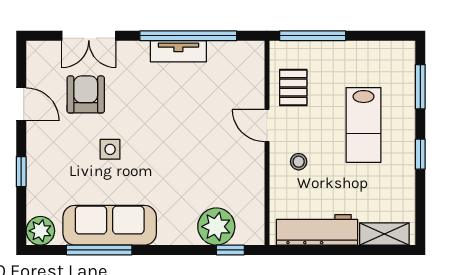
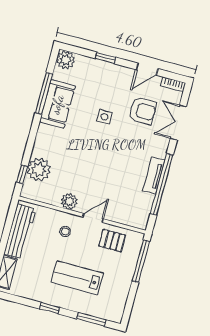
bookcase: (33, 59) -> (173, 84), added
plant: (252, 168) -> (69, 201), added
sofa: (110, 225) -> (57, 104), width x0.73

